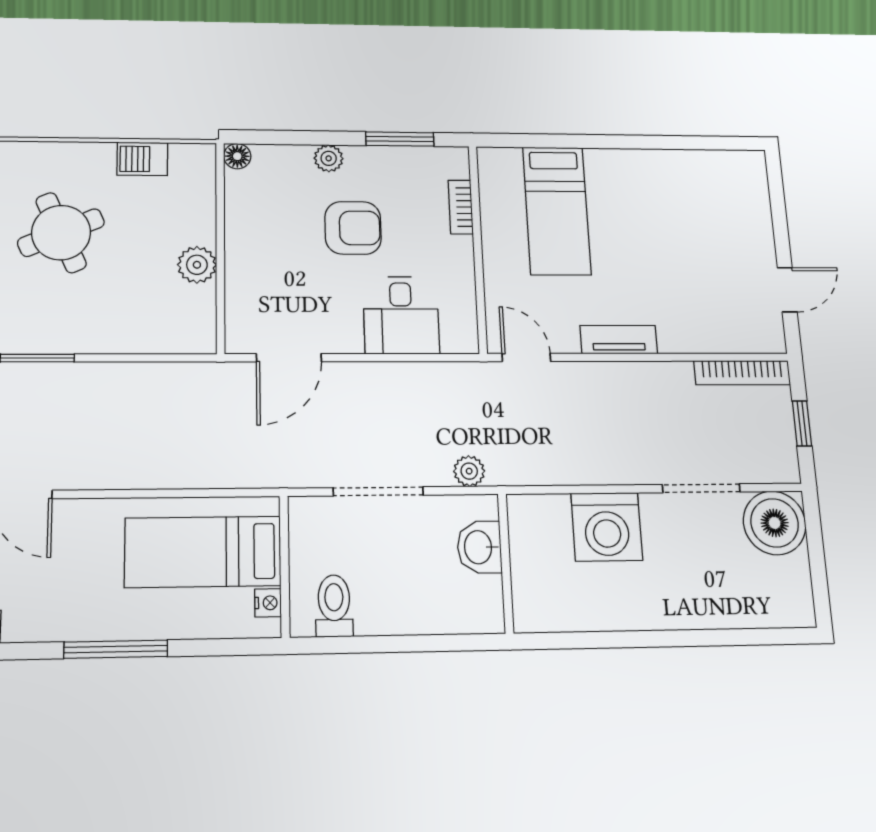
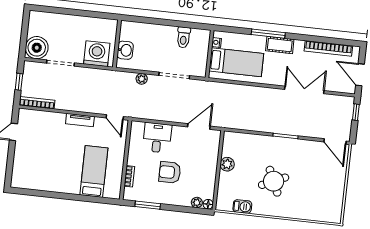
plant: (329, 158) -> (197, 203), moved
washbasin: (479, 547) -> (125, 50), moved
wall: (506, 563) -> (117, 44), moved
toilet: (334, 606) -> (184, 37), moved
cot: (77, 619) -> (280, 45), added

